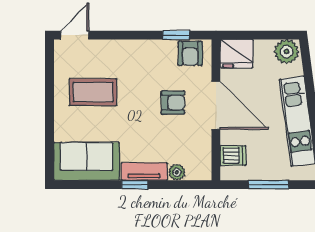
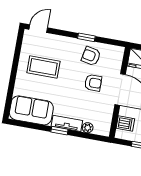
window: (176, 35) -> (86, 37), moved
armchair: (190, 53) -> (91, 56), moved, turned 101

